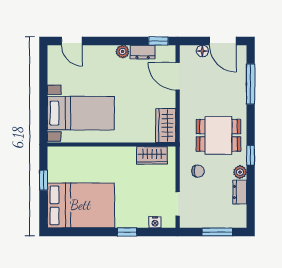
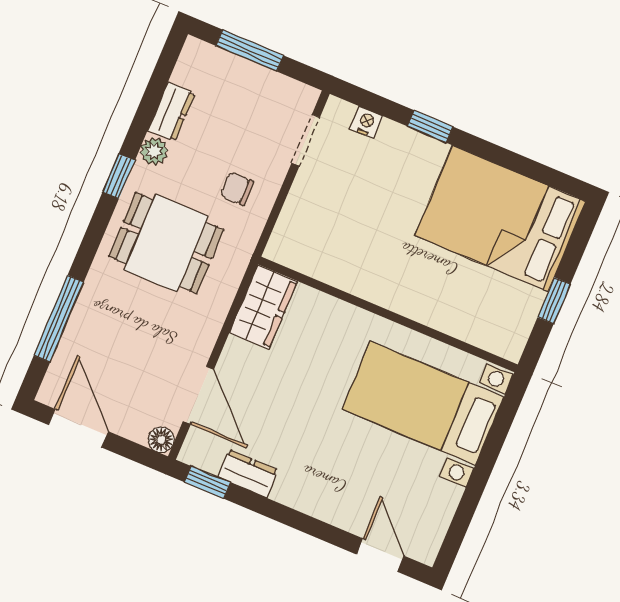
floor lamp: (202, 51) -> (161, 440), moved
plant: (123, 52) -> (288, 491), removed
wardrobe: (152, 155) -> (316, 259), removed

